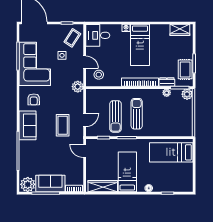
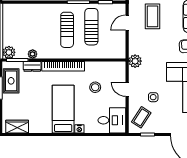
stool: (99, 75) -> (95, 87), moved

